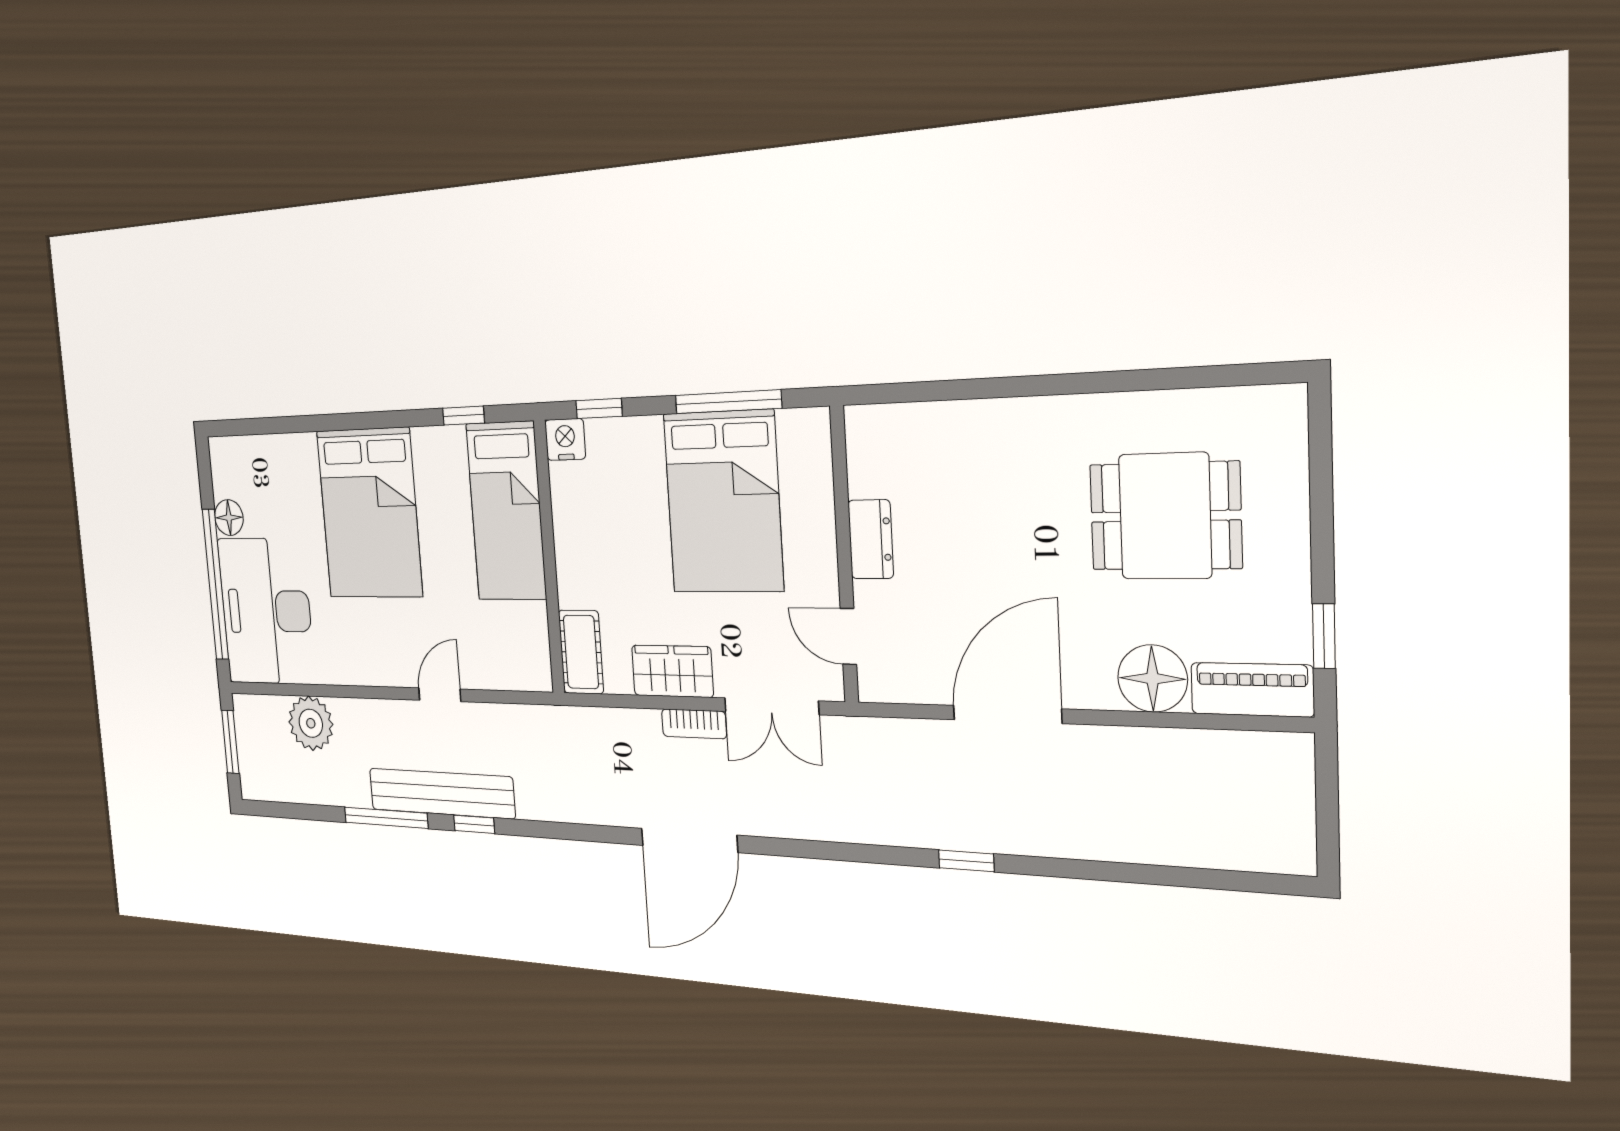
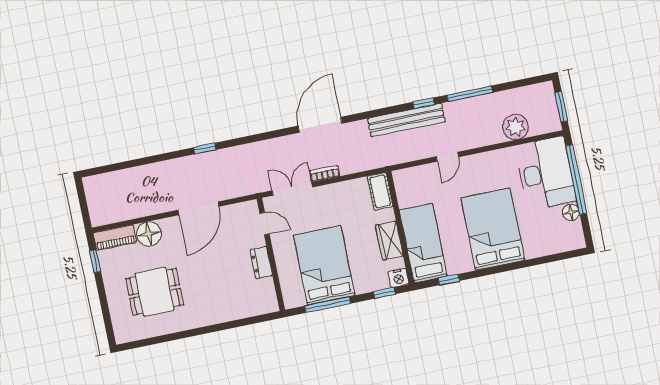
wardrobe: (672, 671) -> (389, 240), moved, turned 90
bench: (441, 793) -> (406, 120), moved

